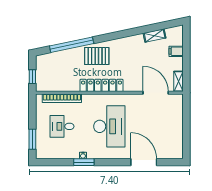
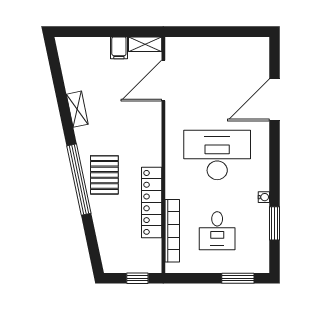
shelving: (155, 36) -> (77, 109), moved
window: (72, 45) -> (79, 180), moved
filing cabinet: (176, 51) -> (119, 48), moved
locker: (102, 85) -> (152, 202), moved
window: (84, 162) -> (275, 223), moved

